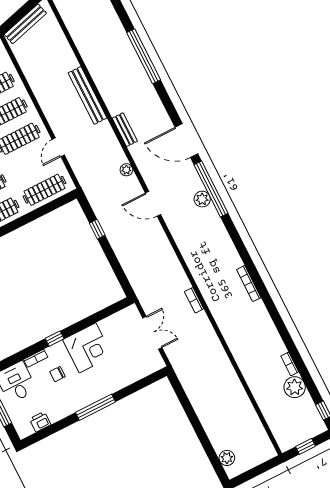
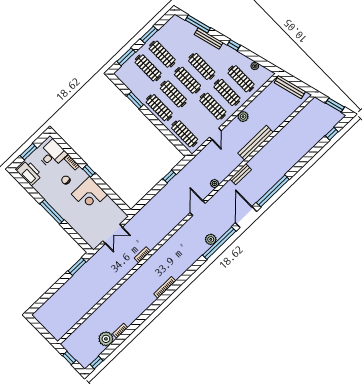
window: (144, 56) -> (273, 191), moved
door: (58, 147) -> (215, 134), swing flipped
window: (182, 396) -> (77, 266), added
printer: (40, 422) -> (29, 173), width x1.87, depth x1.48
plant: (227, 458) -> (243, 117), moved

